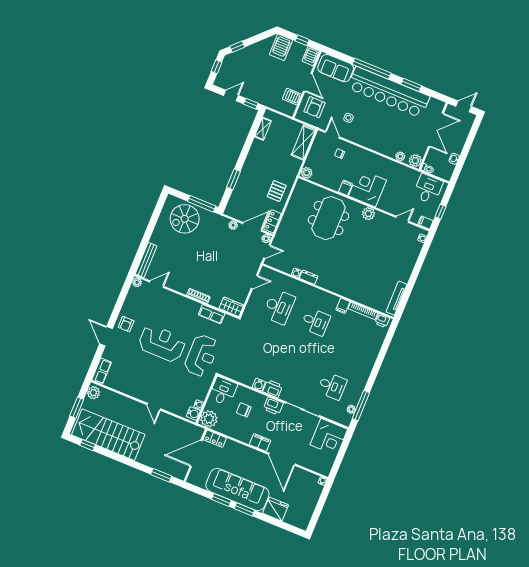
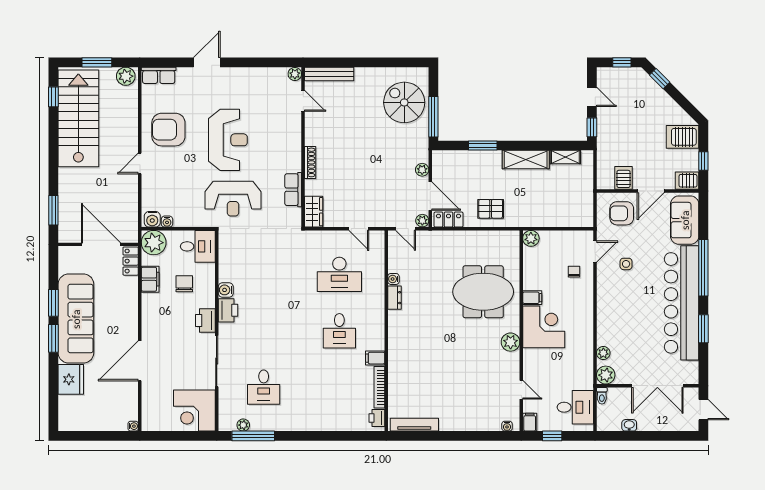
shelving: (303, 142) -> (526, 160), moved
armchair: (126, 324) -> (168, 130), moved, width x1.88, depth x1.88
filing cabinet: (260, 442) -> (150, 279), moved

